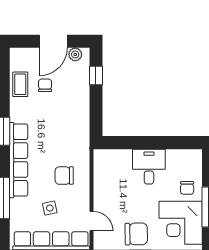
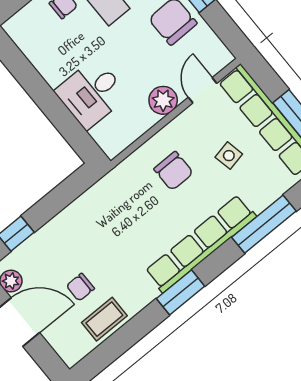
desk: (149, 167) -> (92, 93), moved
plant: (102, 198) -> (163, 100), added

